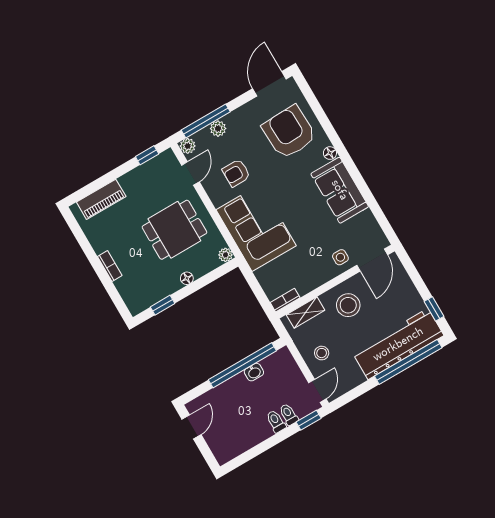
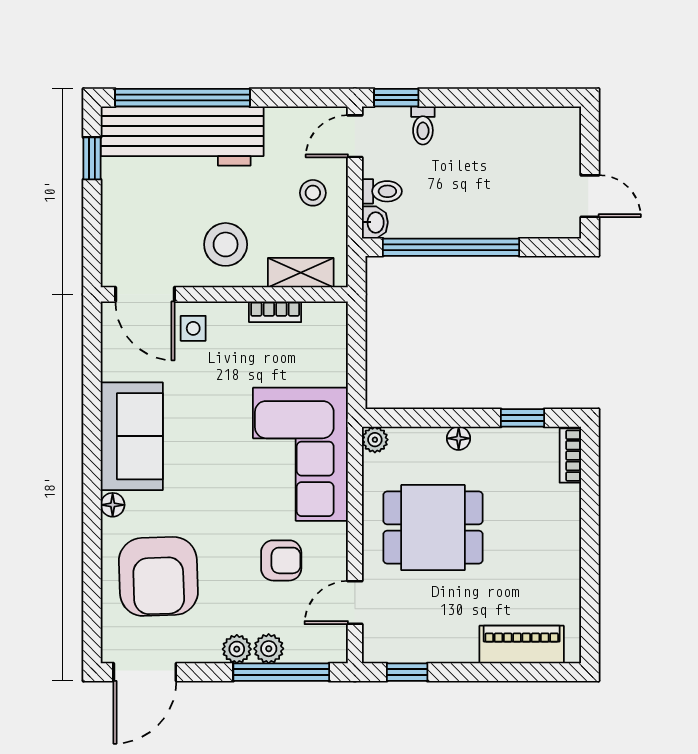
plant: (188, 146) -> (237, 649), moved
door: (372, 260) -> (145, 294), swing flipped
bookcase: (110, 266) -> (570, 456), moved
bookcase: (285, 300) -> (275, 312), moved
washbasin: (254, 372) -> (375, 222), moved, turned 90
toilet: (276, 421) -> (382, 191), moved, turned -90
door: (192, 427) -> (590, 196), swing flipped

